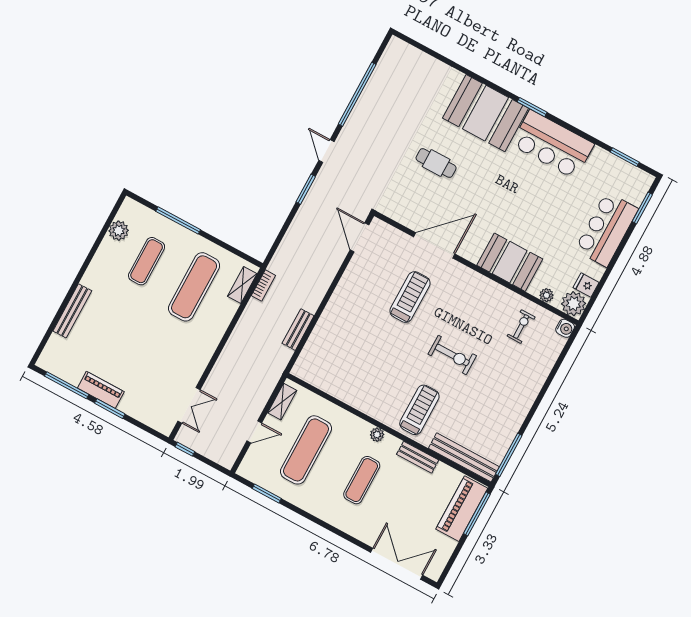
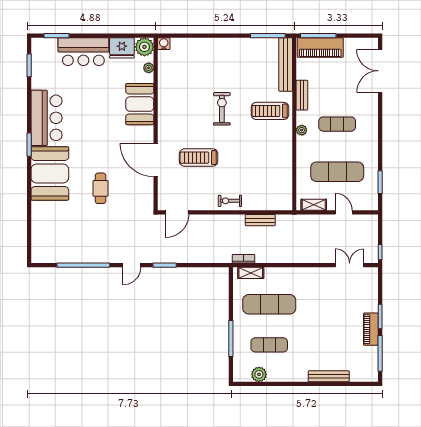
fridge: (586, 285) -> (122, 48), width x1.88, depth x1.34
exercise bike: (521, 327) -> (230, 201), moved

